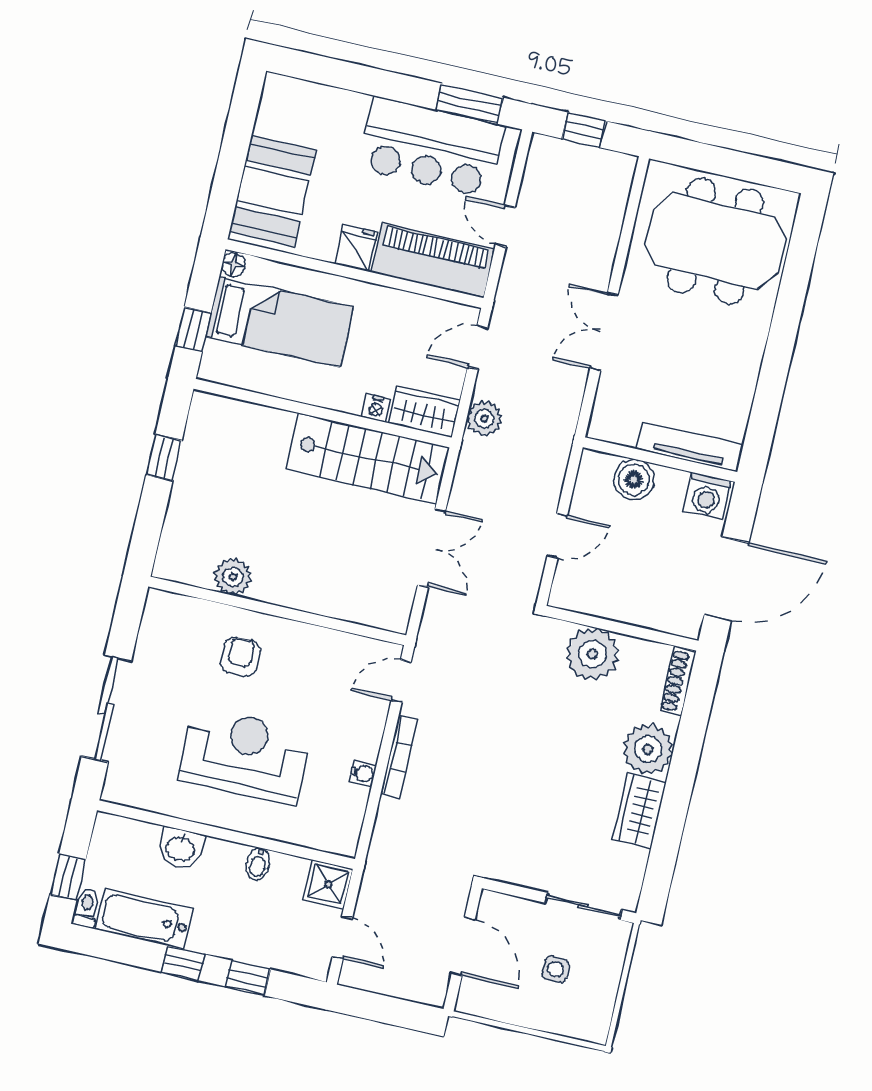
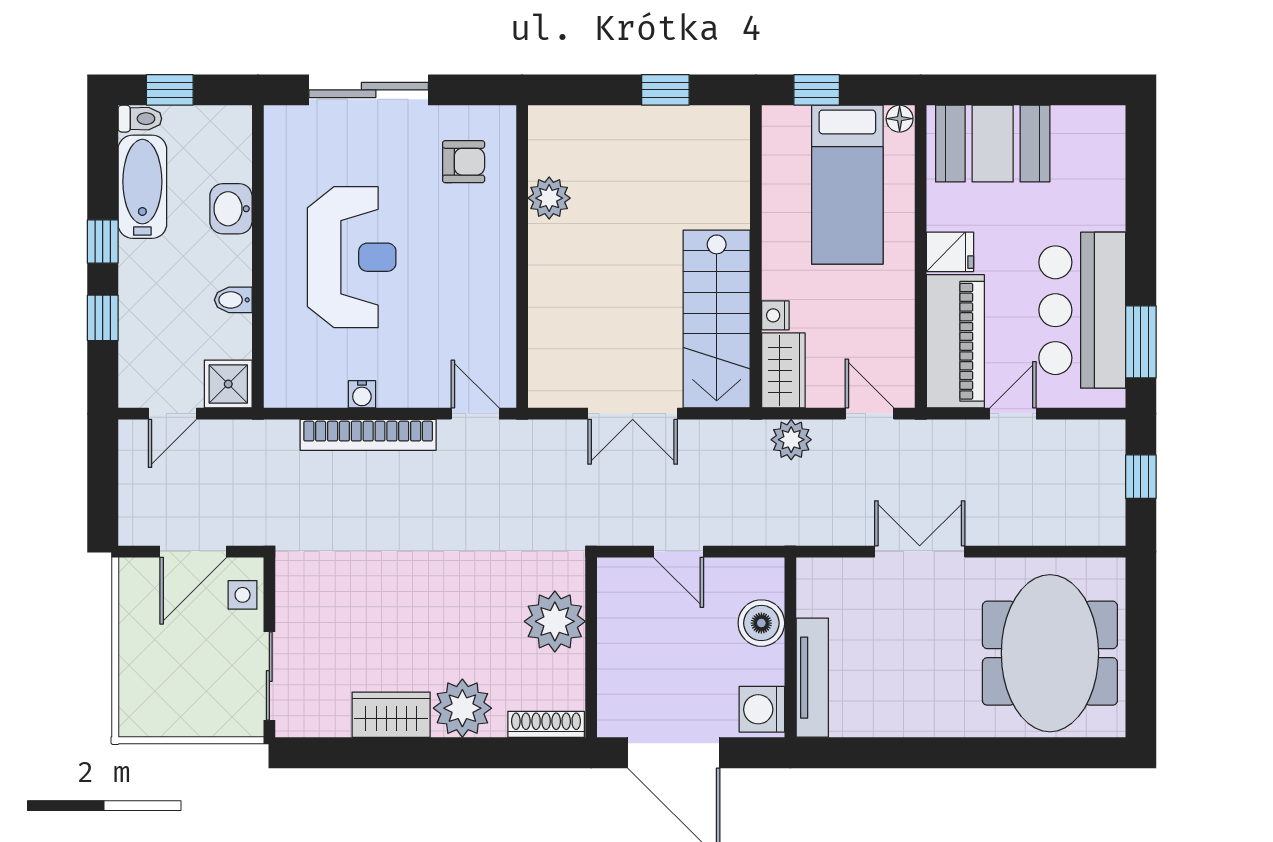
armchair: (240, 657) -> (464, 162), moved
bookcase: (399, 757) -> (368, 435), width x1.48, depth x1.31
side table: (556, 969) -> (243, 595), moved

